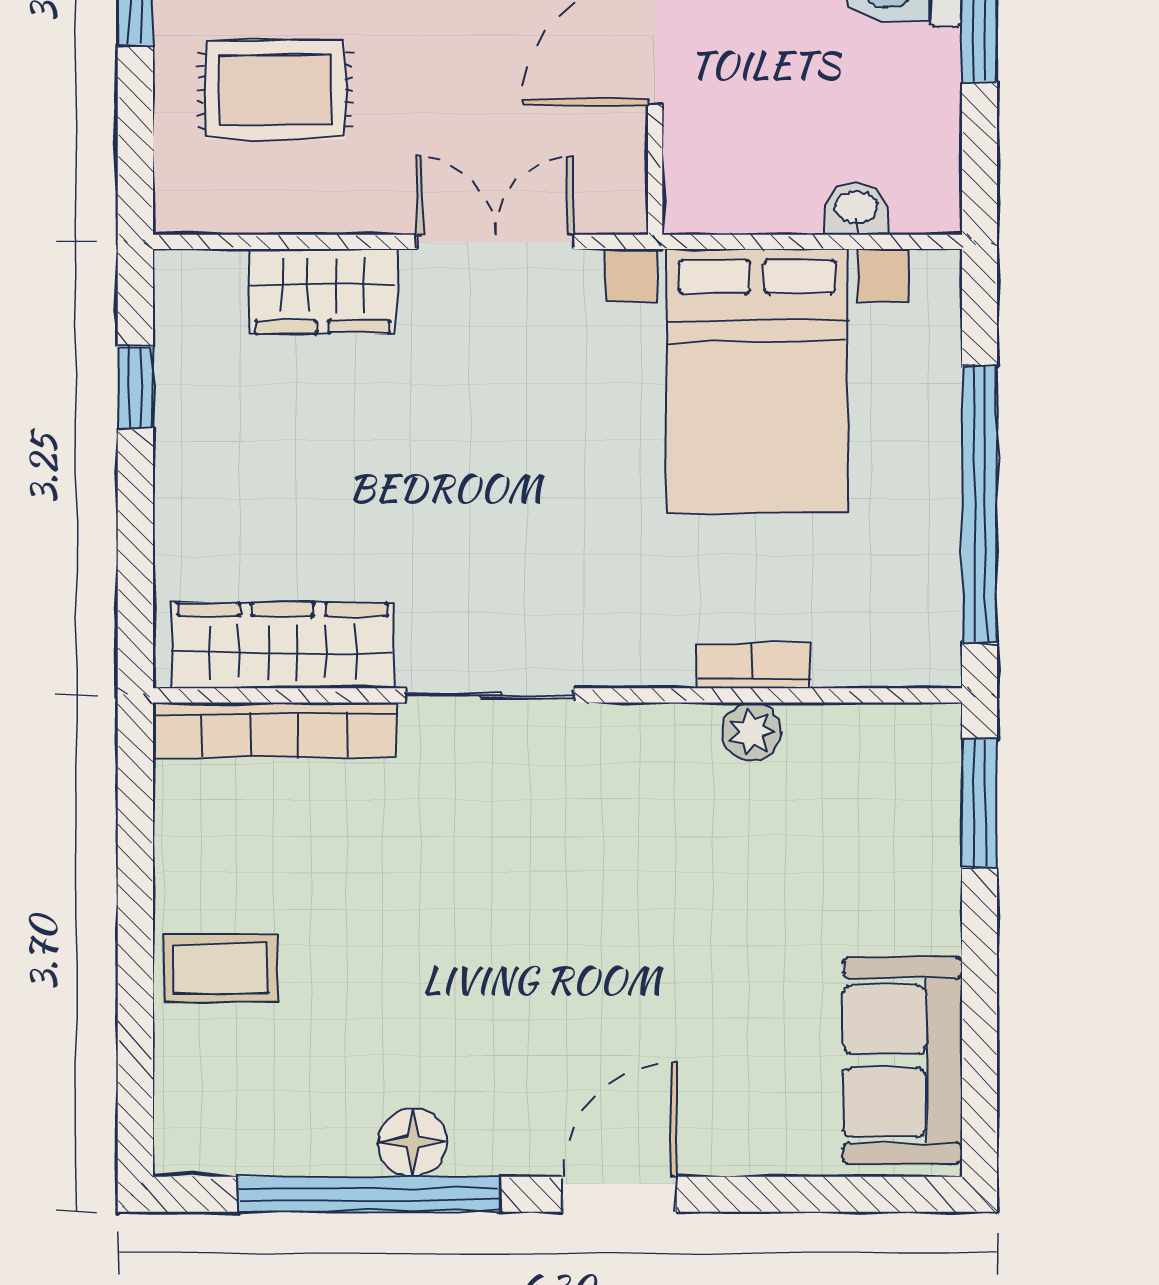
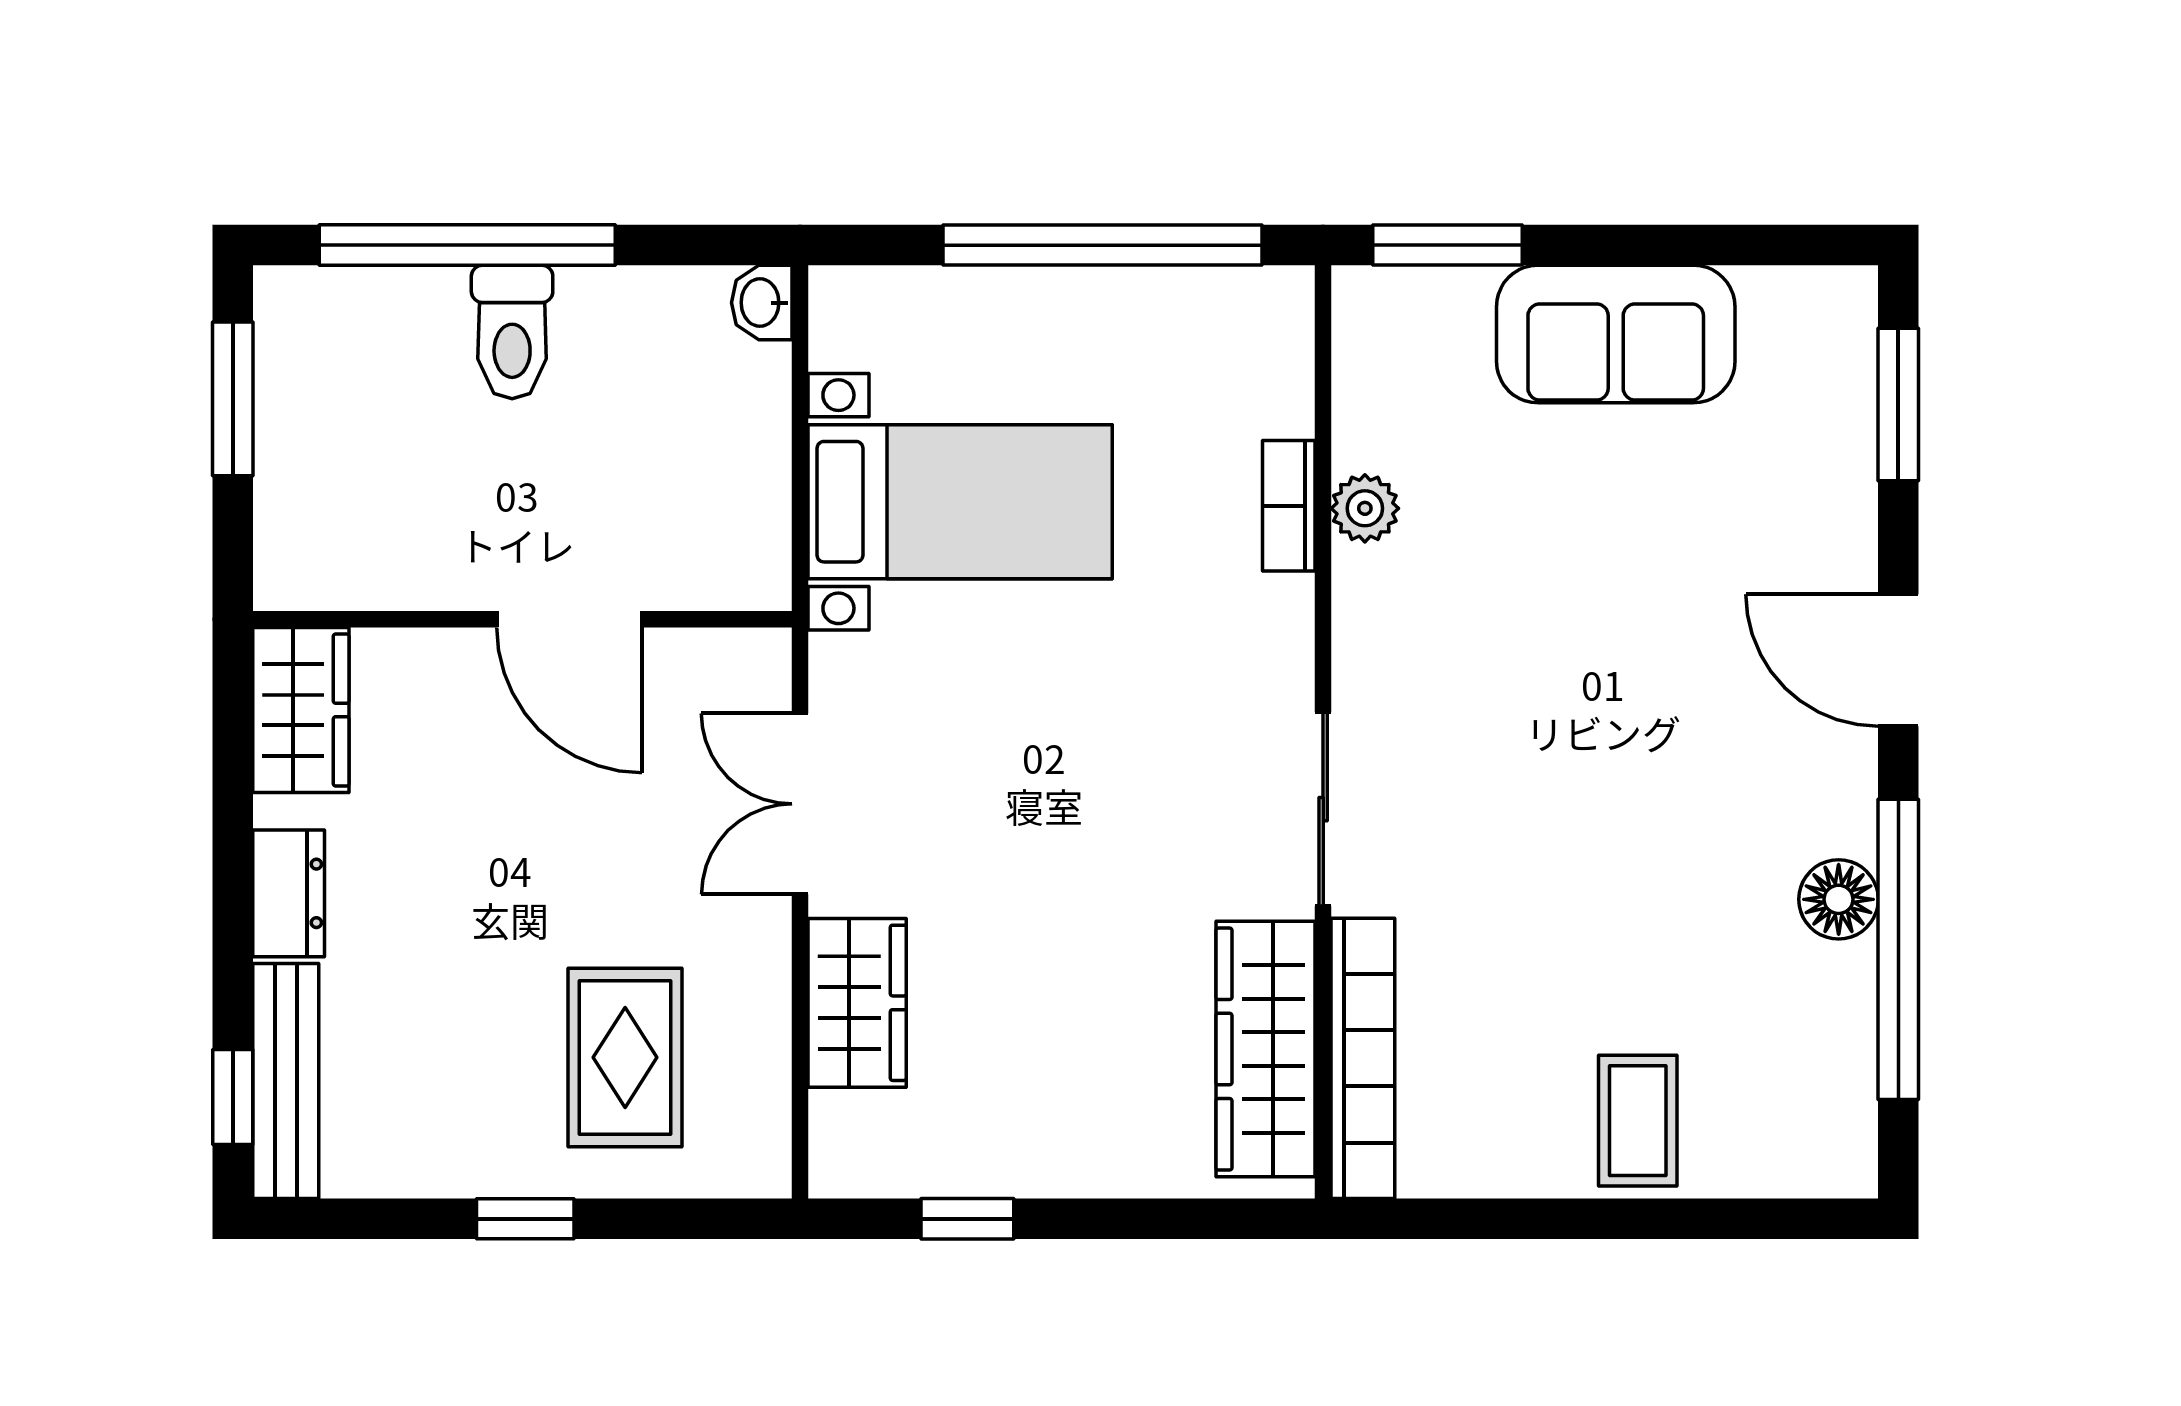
washbasin: (857, 209) -> (762, 303), moved
bed with nightstands: (757, 381) -> (960, 502), width x0.73
sofa: (902, 1061) -> (1616, 334), moved
window: (841, 1194) -> (1898, 405), added

